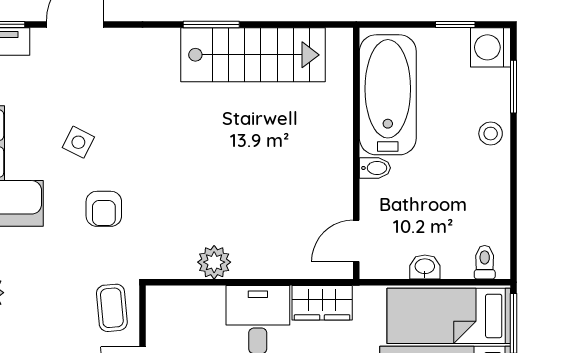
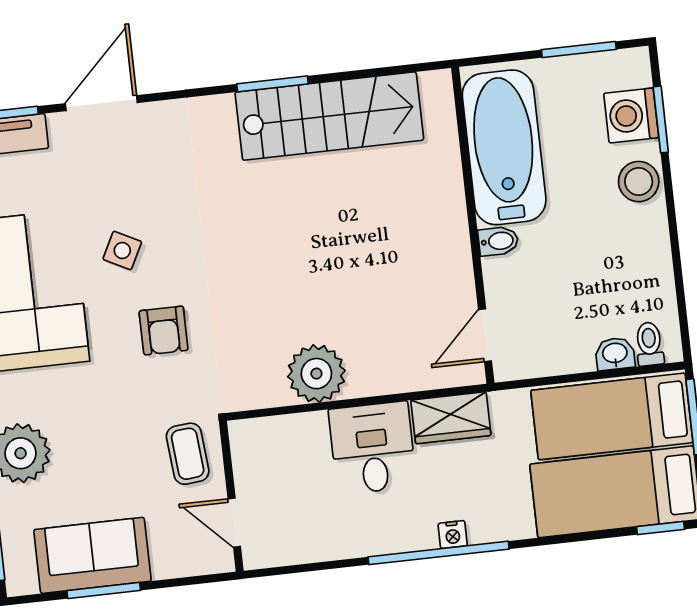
window: (455, 24) -> (579, 49), width x1.50
washing machine: (491, 47) -> (631, 115), moved
stool: (491, 134) -> (639, 182), width x1.37, depth x1.37
plant: (214, 262) -> (316, 374), width x1.36, depth x1.36
washbasin: (425, 267) -> (615, 354), moved

